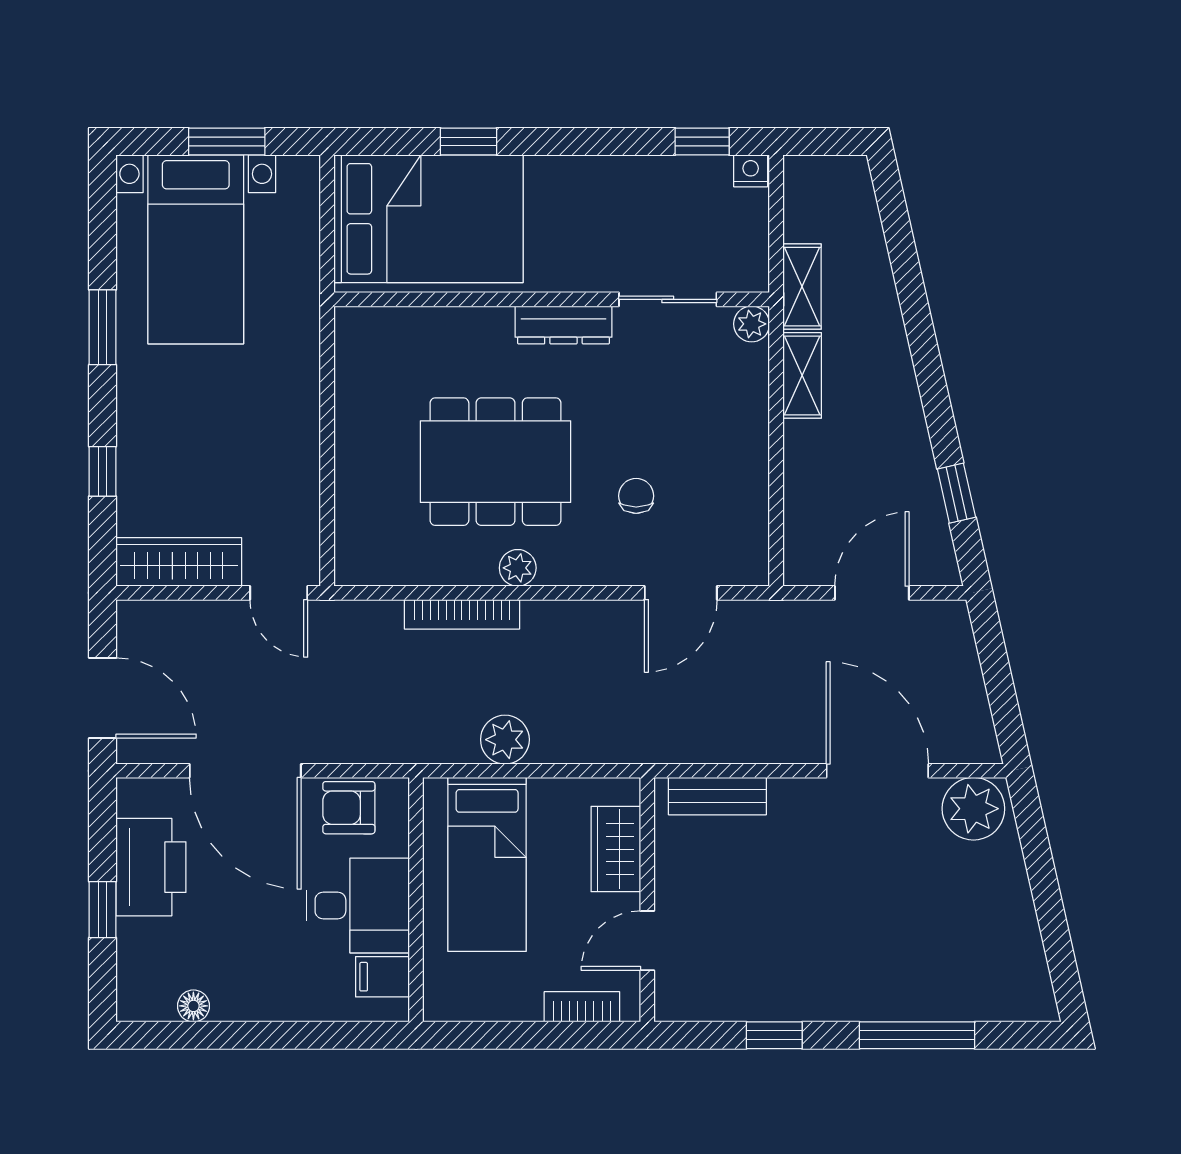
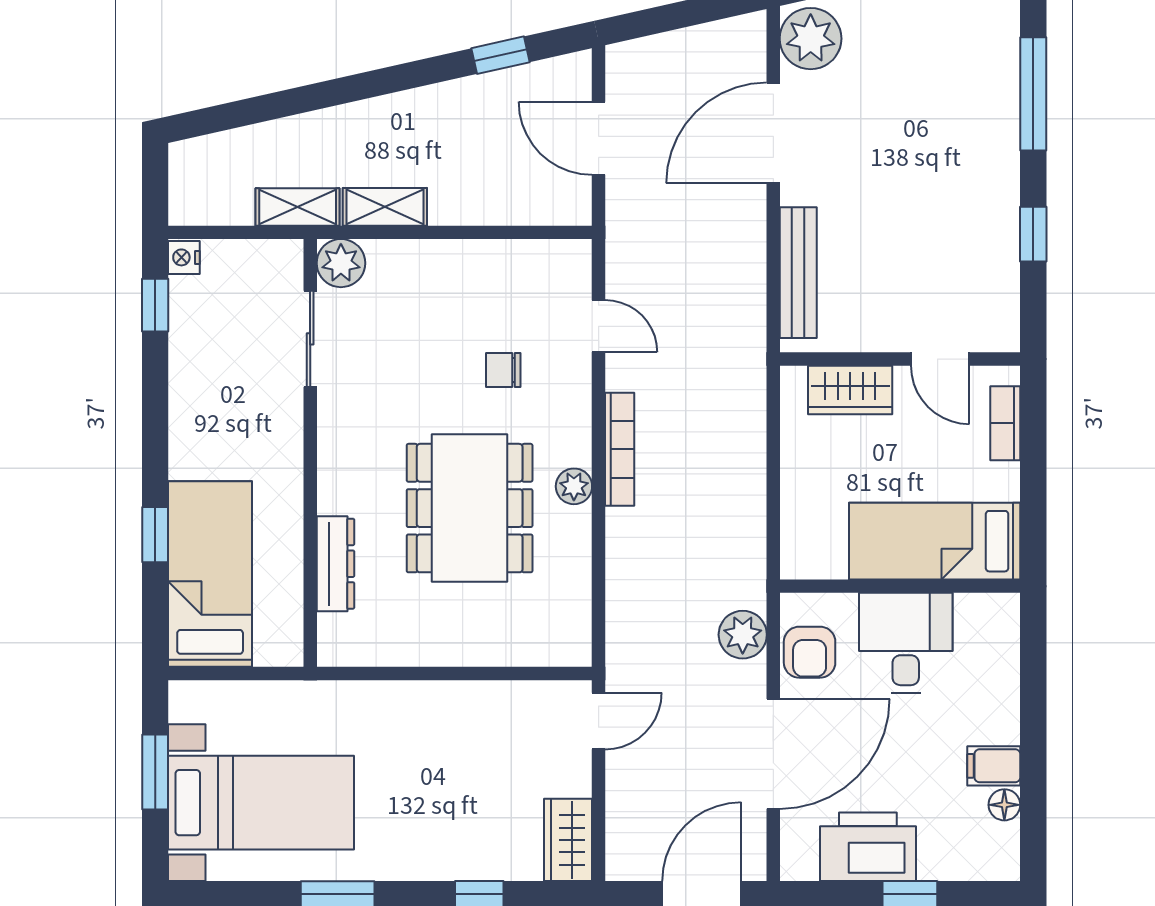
bed: (428, 219) -> (210, 574), width x0.67
plant: (752, 324) -> (341, 263), width x1.38, depth x1.38
dresser: (563, 325) -> (335, 564), moved
wardrobe: (179, 562) -> (568, 840), width x0.67
door: (681, 593) -> (599, 326), width x0.73
bookcase: (462, 614) -> (620, 449), moved
plant: (505, 740) -> (743, 635), moved
bench: (717, 796) -> (798, 273), width x1.36
bed: (487, 864) -> (935, 541), moved, turned 180
filing cabinet: (382, 977) -> (994, 766), moved, turned 90

